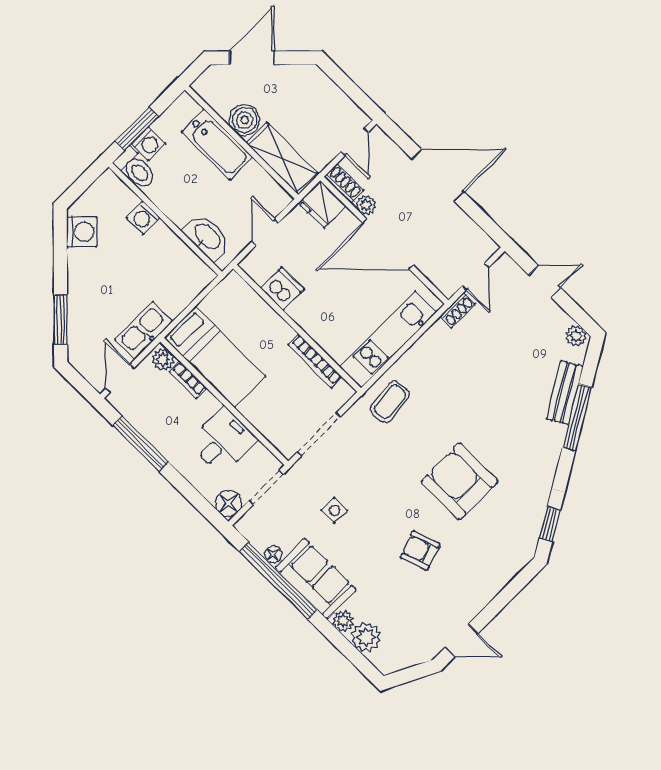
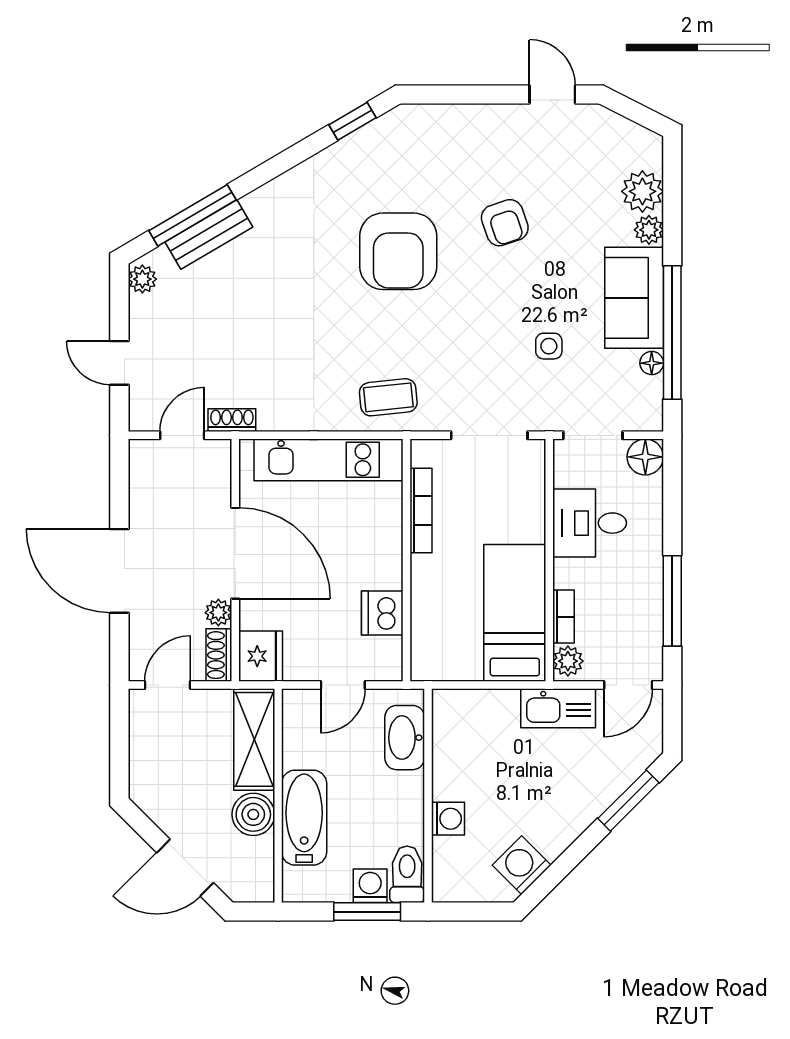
window: (577, 417) -> (193, 215), moved

